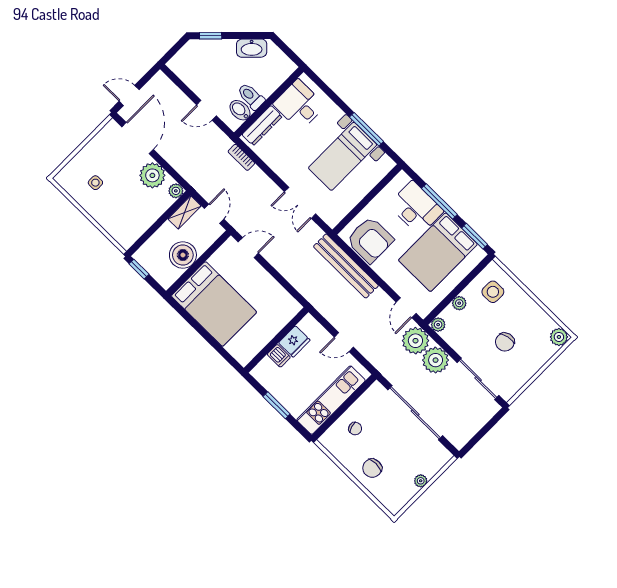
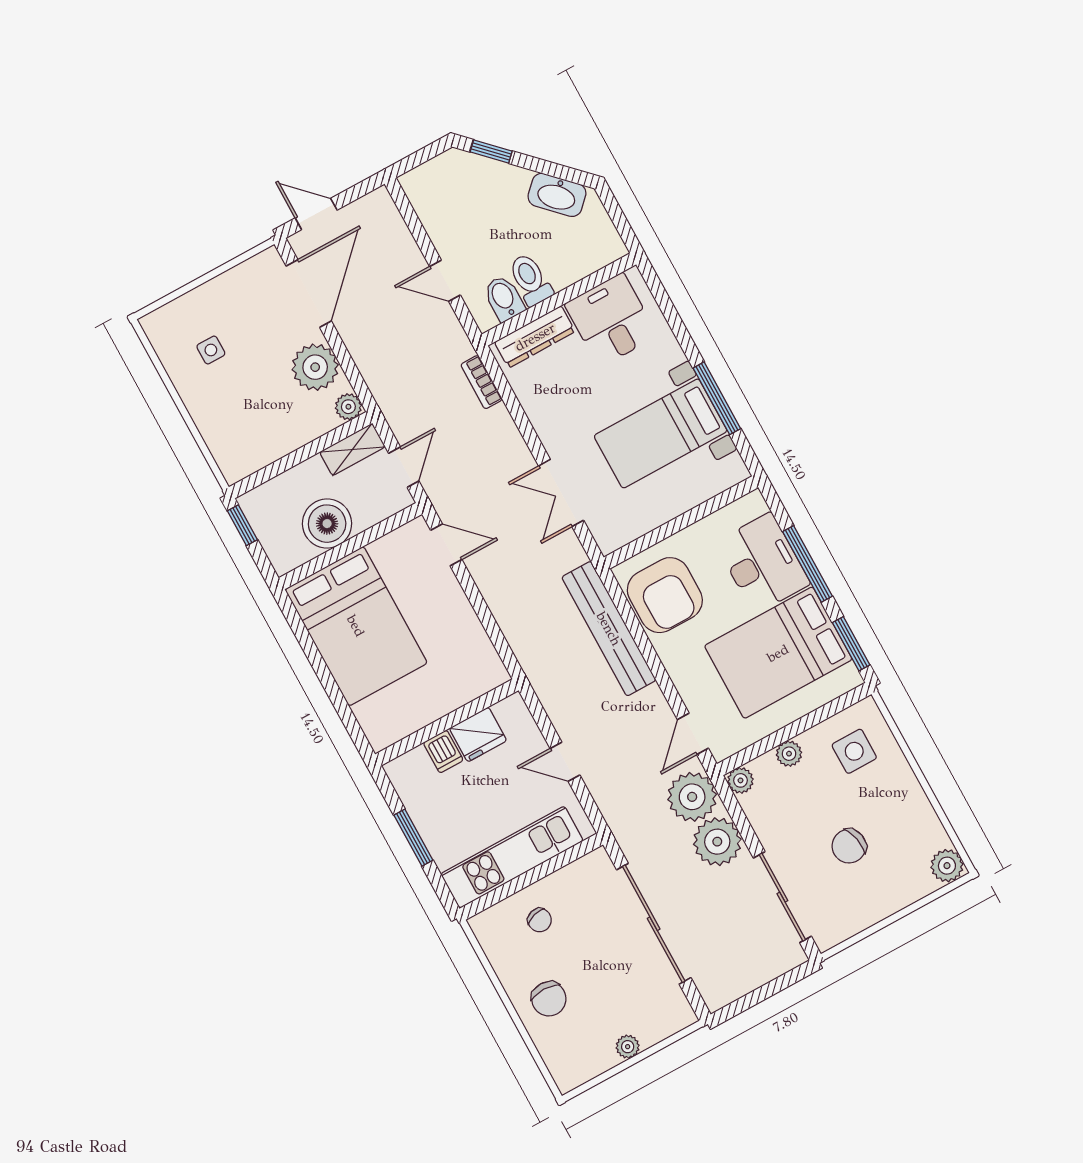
chair: (372, 468) -> (549, 999), turned -90

